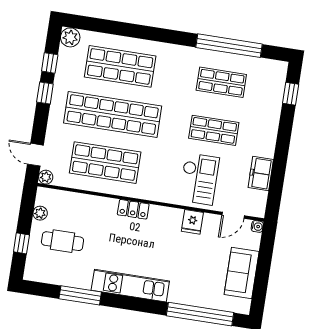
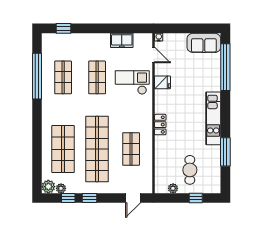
shop shelf: (105, 163) -> (131, 149), width x0.70, depth x0.74
plant: (46, 177) -> (61, 188), moved
sofa: (242, 273) -> (204, 43), moved

